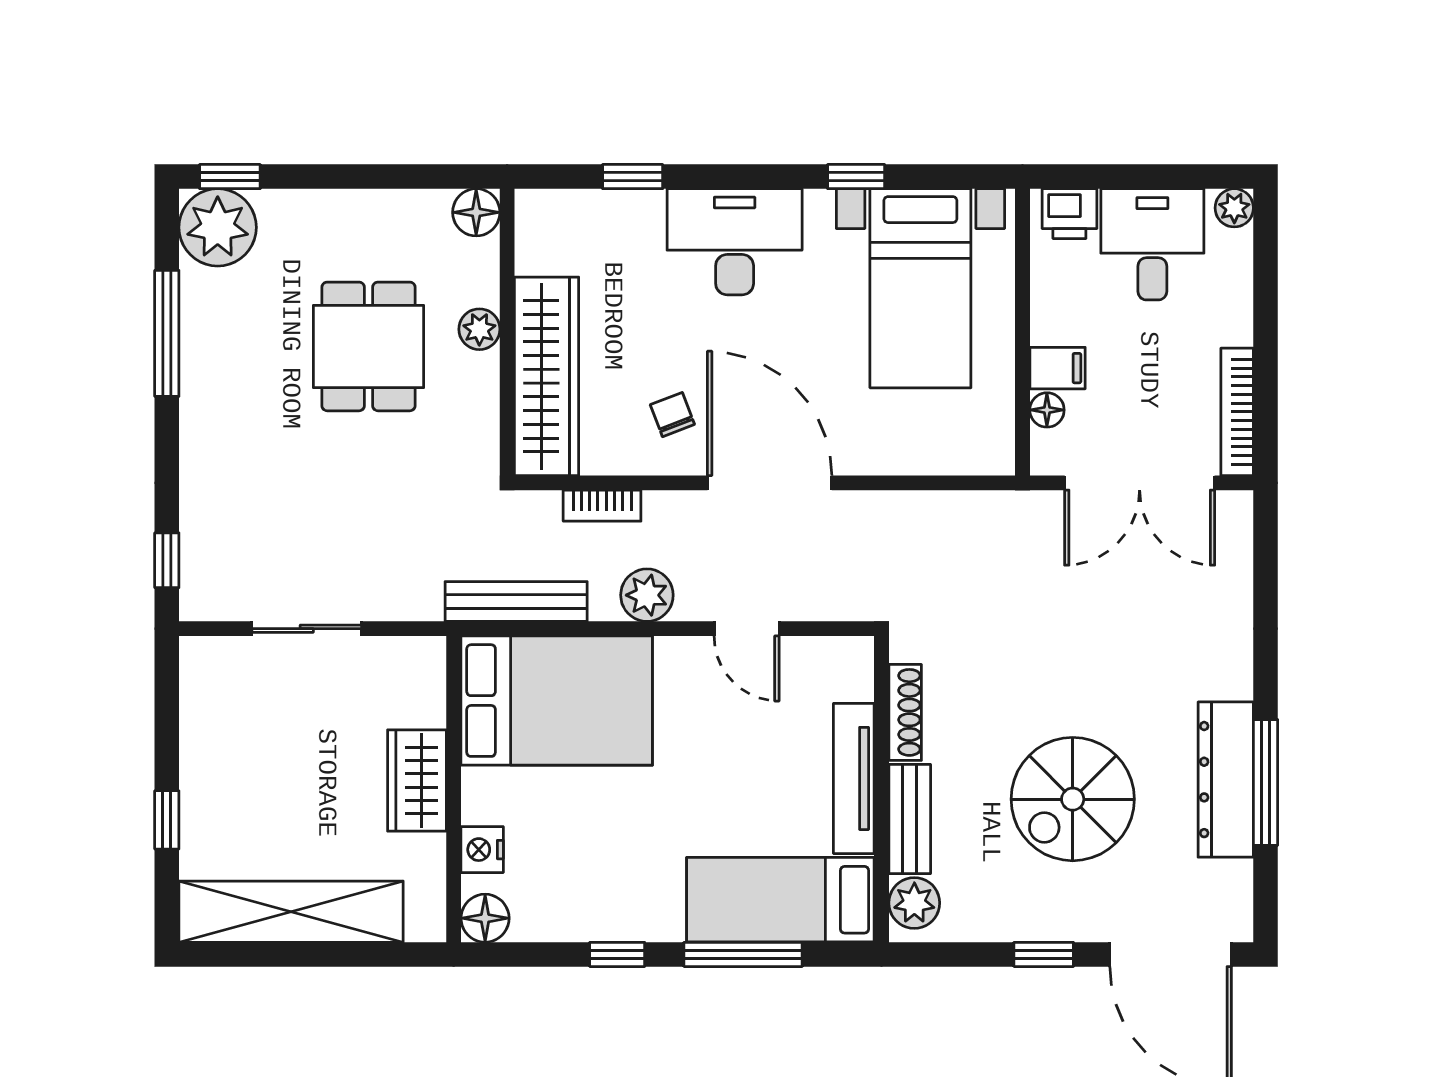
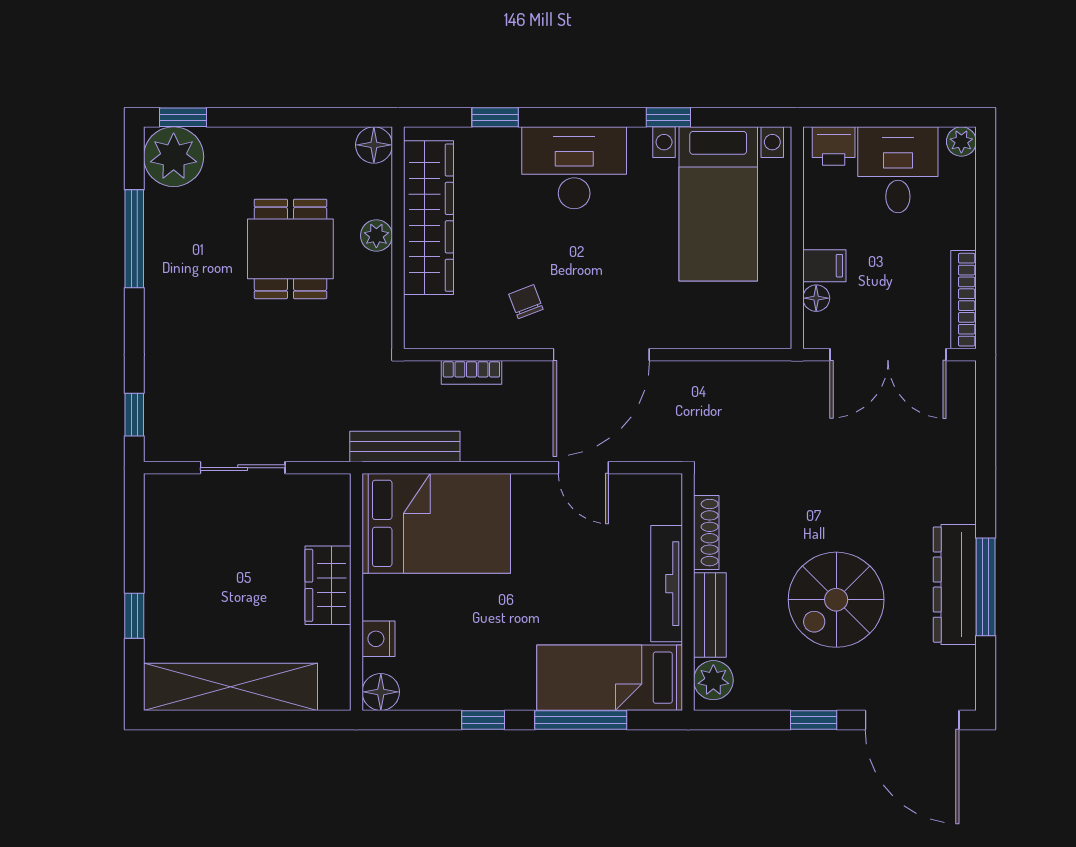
wardrobe: (547, 376) -> (428, 218), moved
door: (770, 483) -> (601, 355), swing flipped
plant: (647, 595) -> (506, 442), removed

